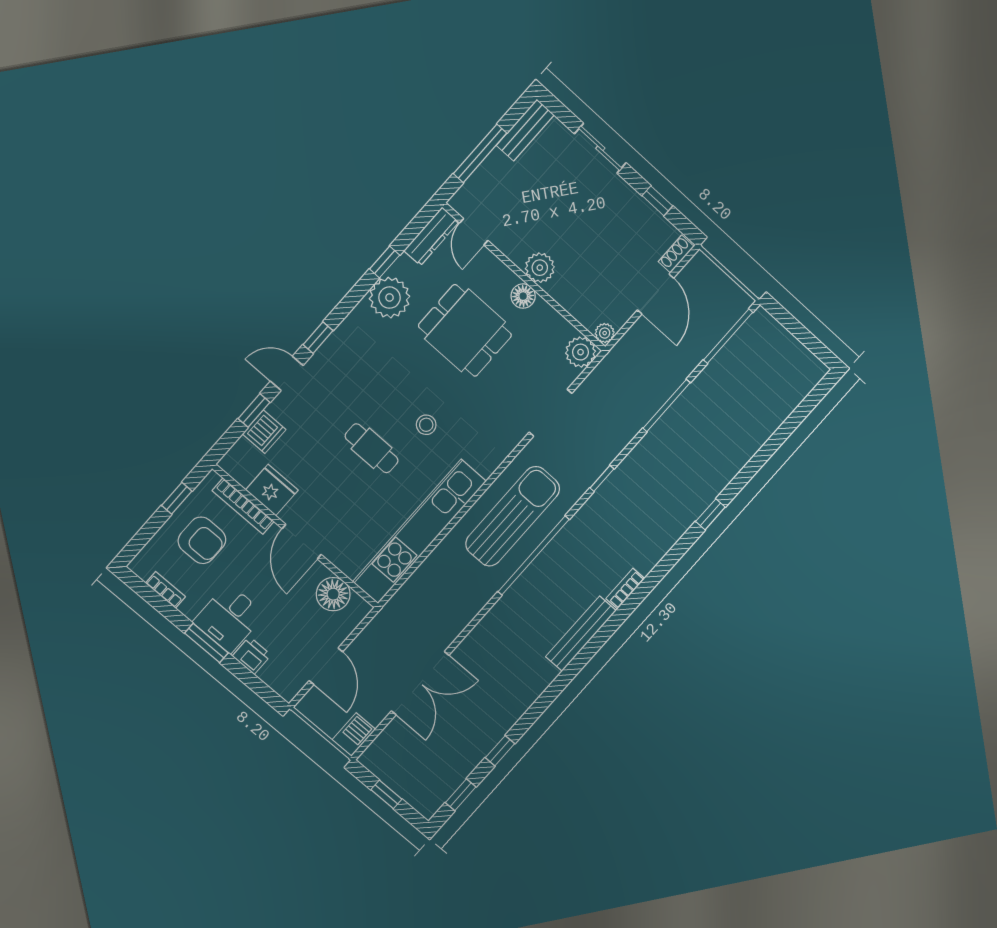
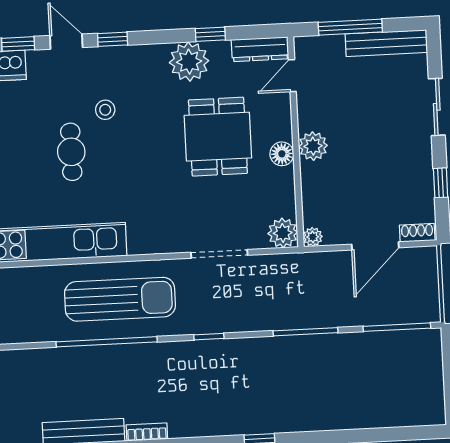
bench: (525, 130) -> (386, 43), width x1.36
stool: (426, 425) -> (105, 110), moved

